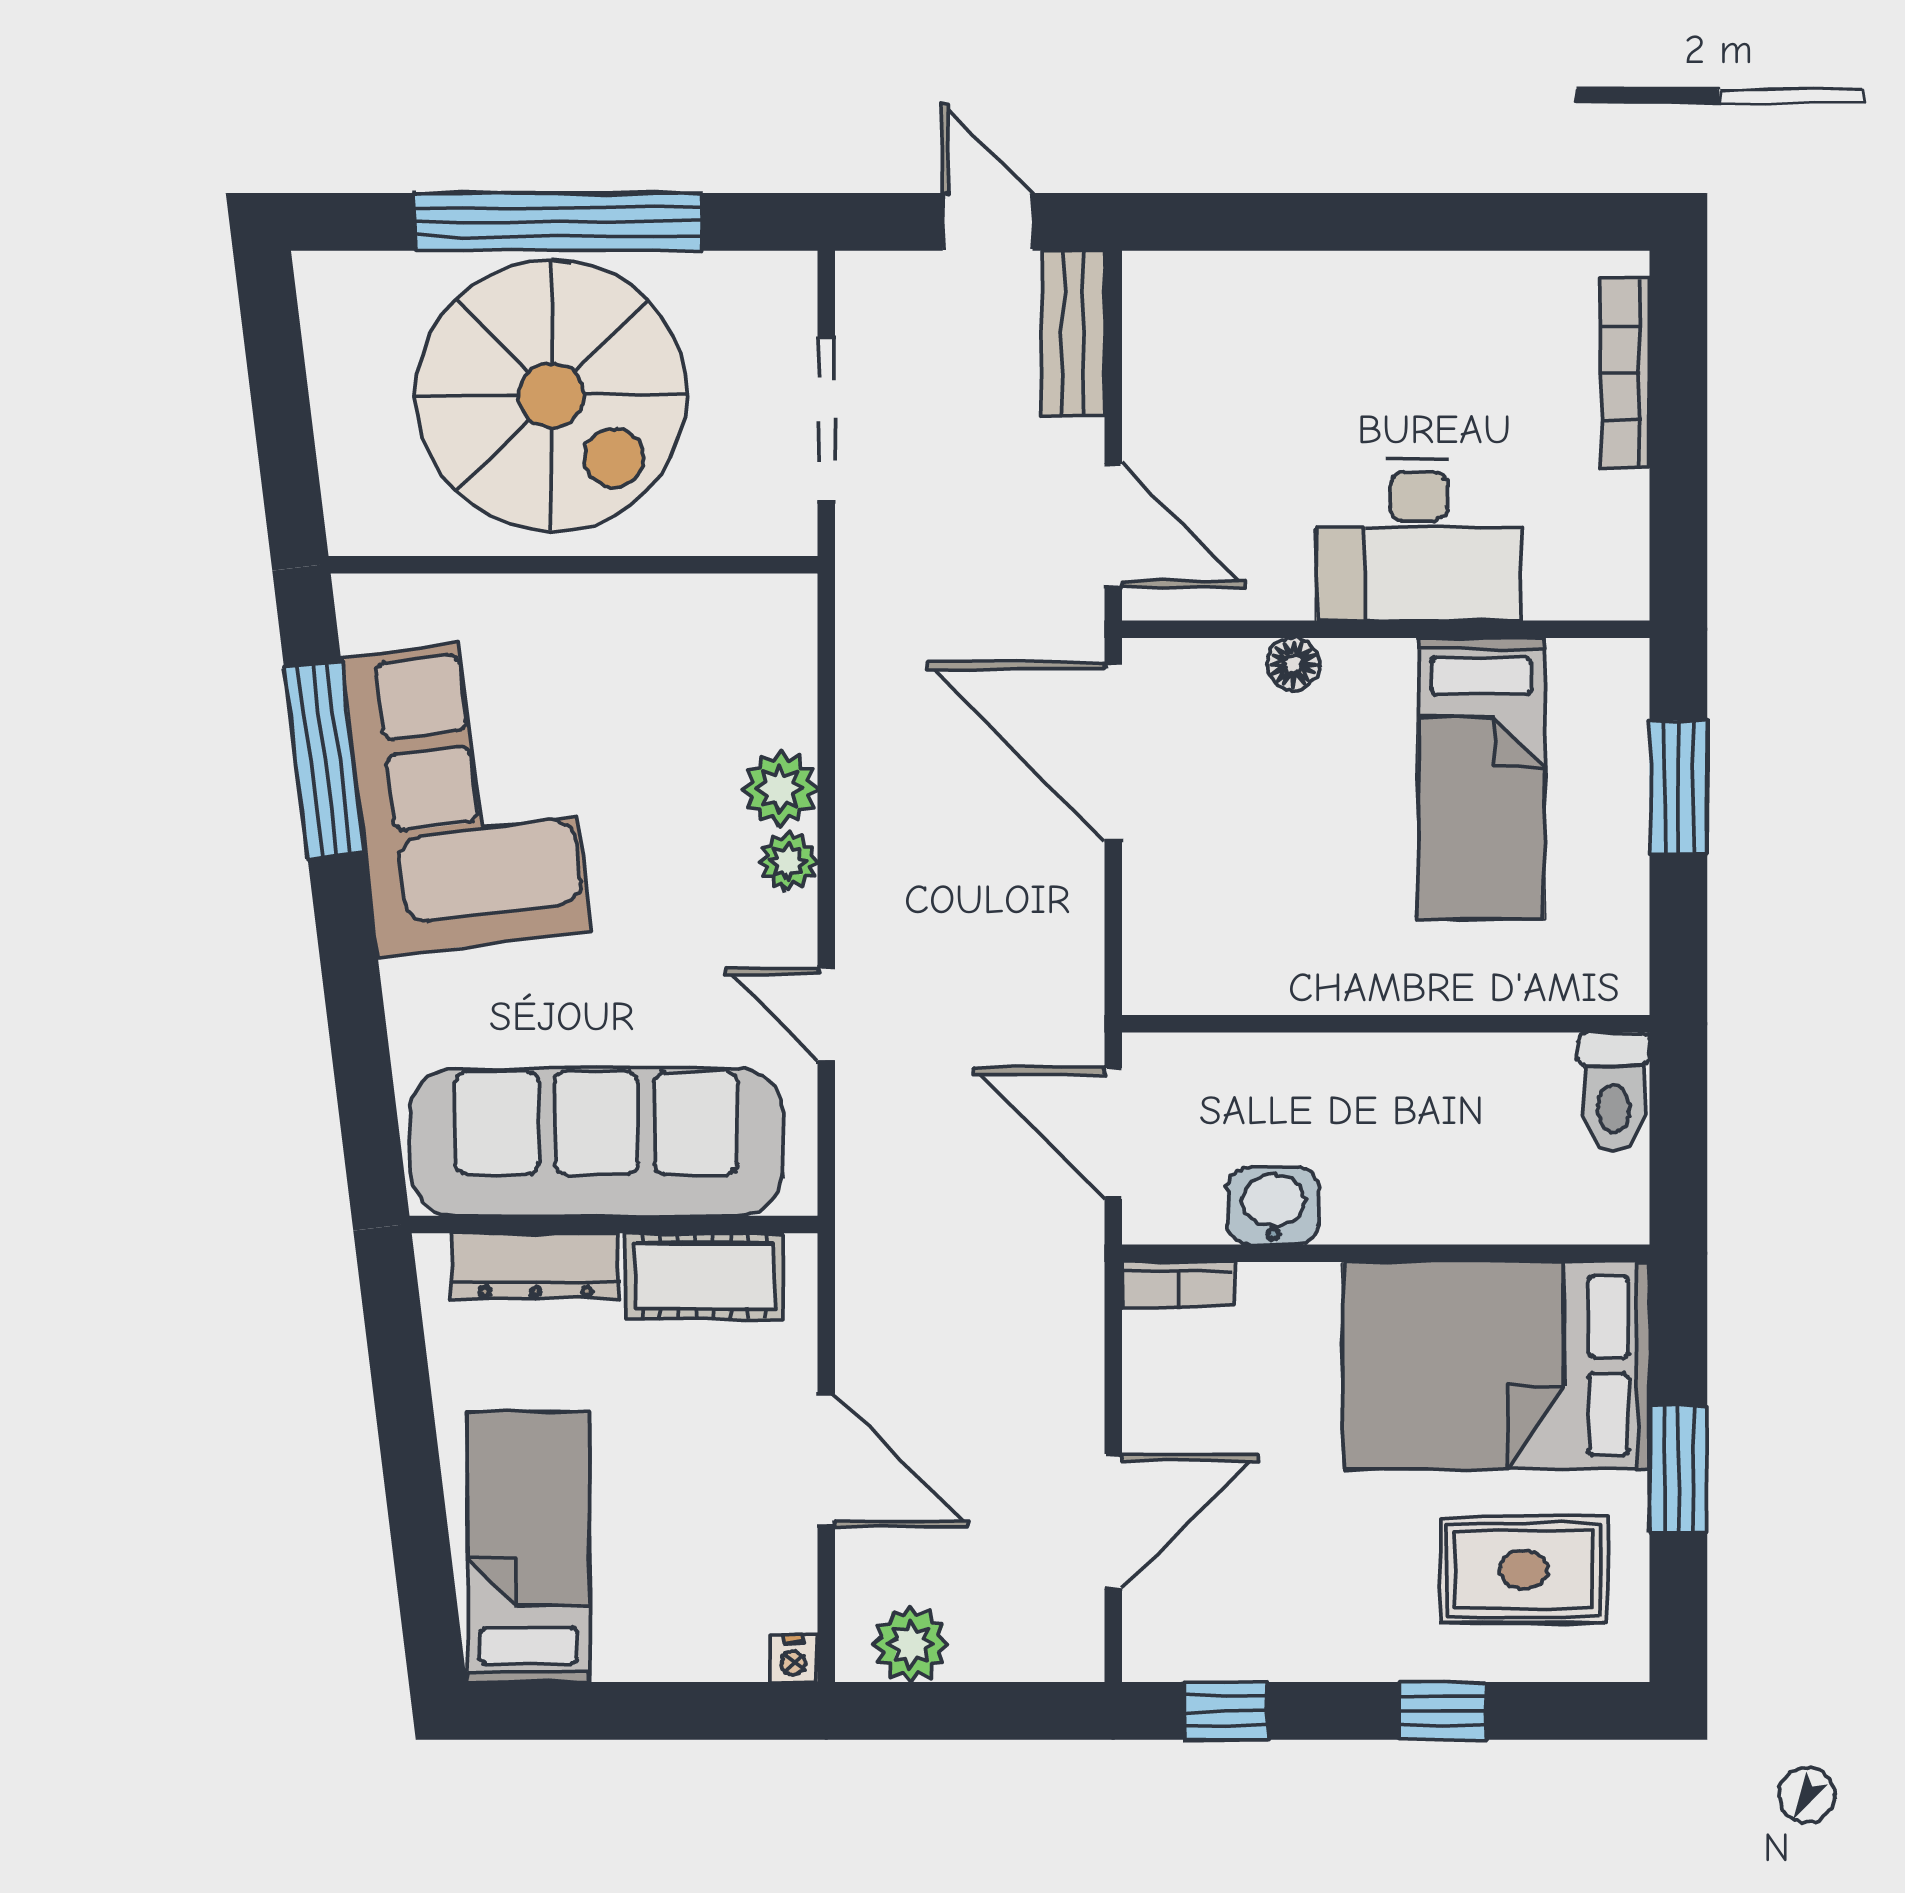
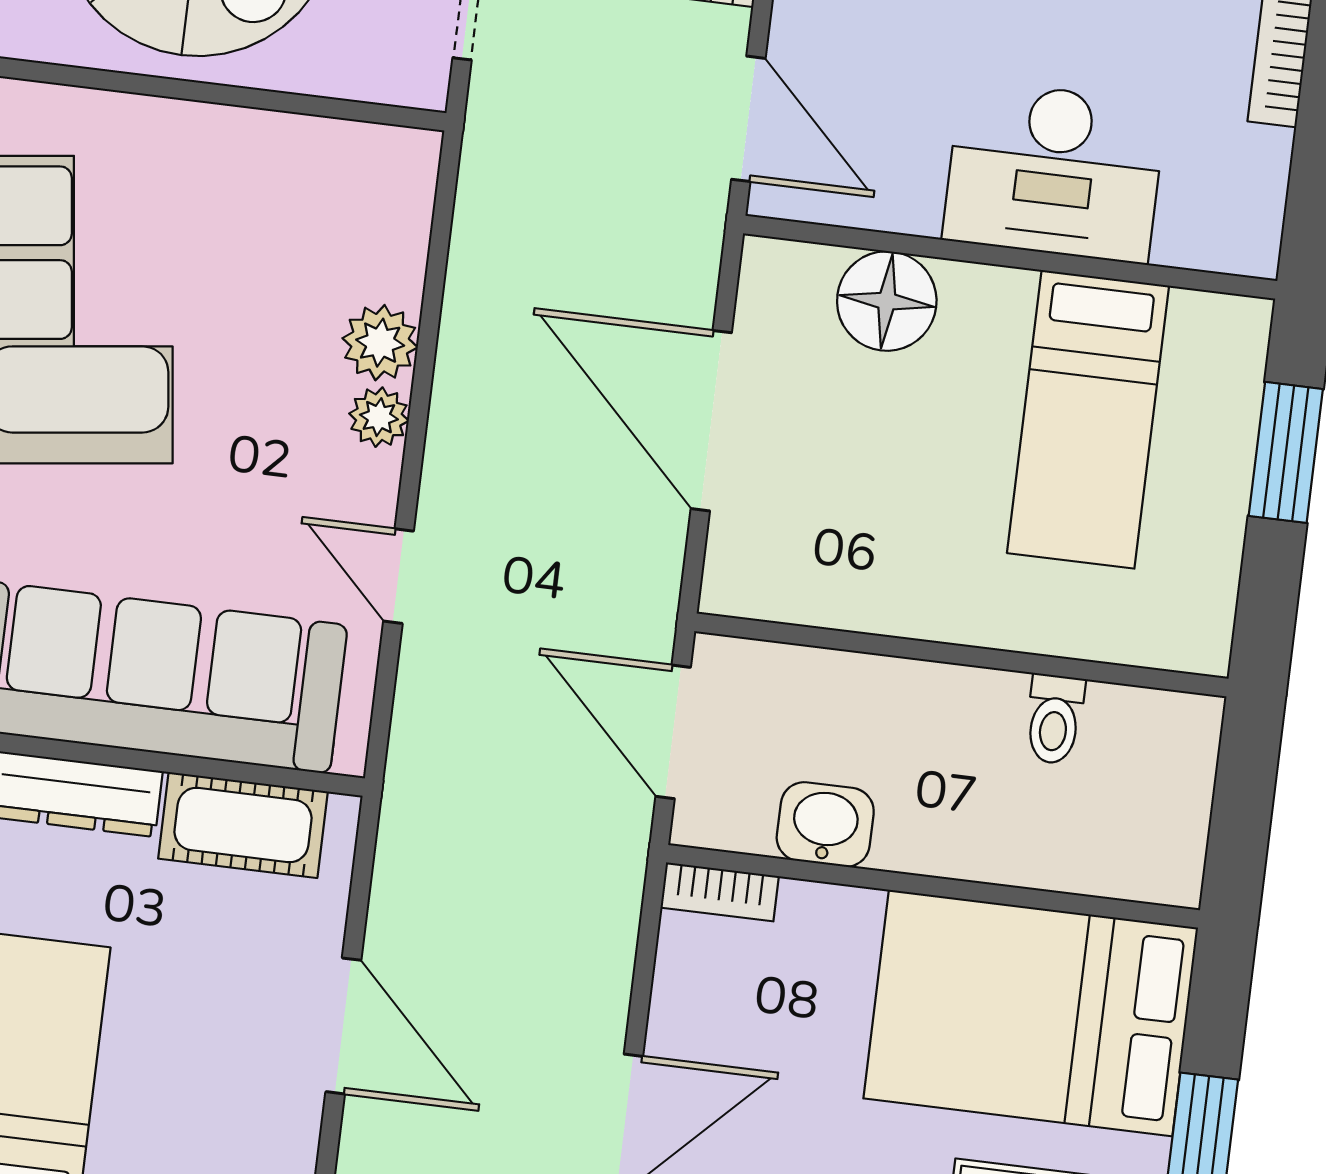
floor lamp: (1293, 664) -> (887, 301), width x1.89, depth x1.89
door: (1113, 752) -> (711, 421), moved
toilet: (1614, 1092) -> (1054, 719), moved, width x0.73, depth x0.72

